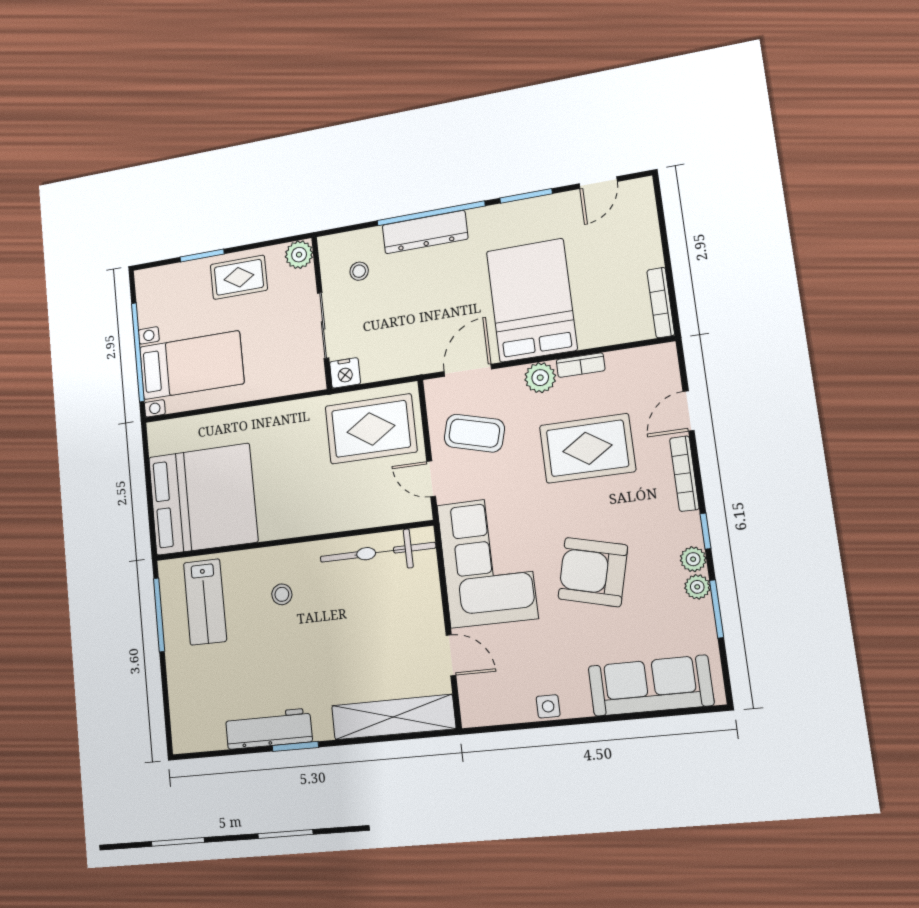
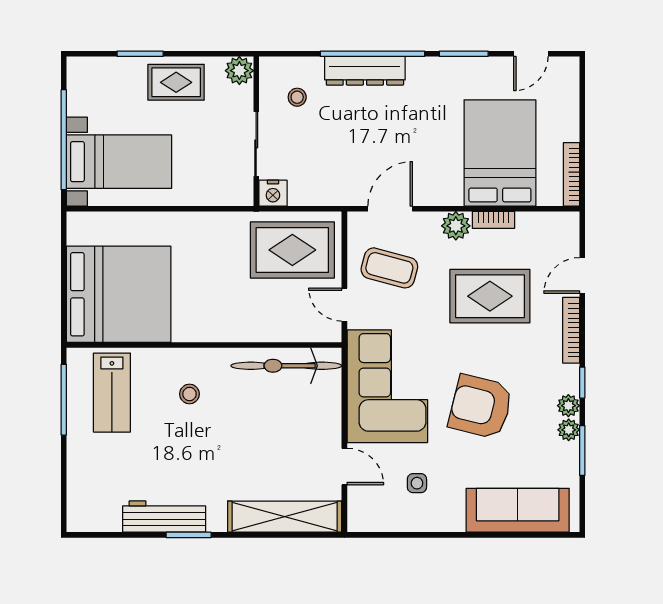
bed: (532, 300) -> (500, 153), moved
side table: (548, 706) -> (417, 483), moved

